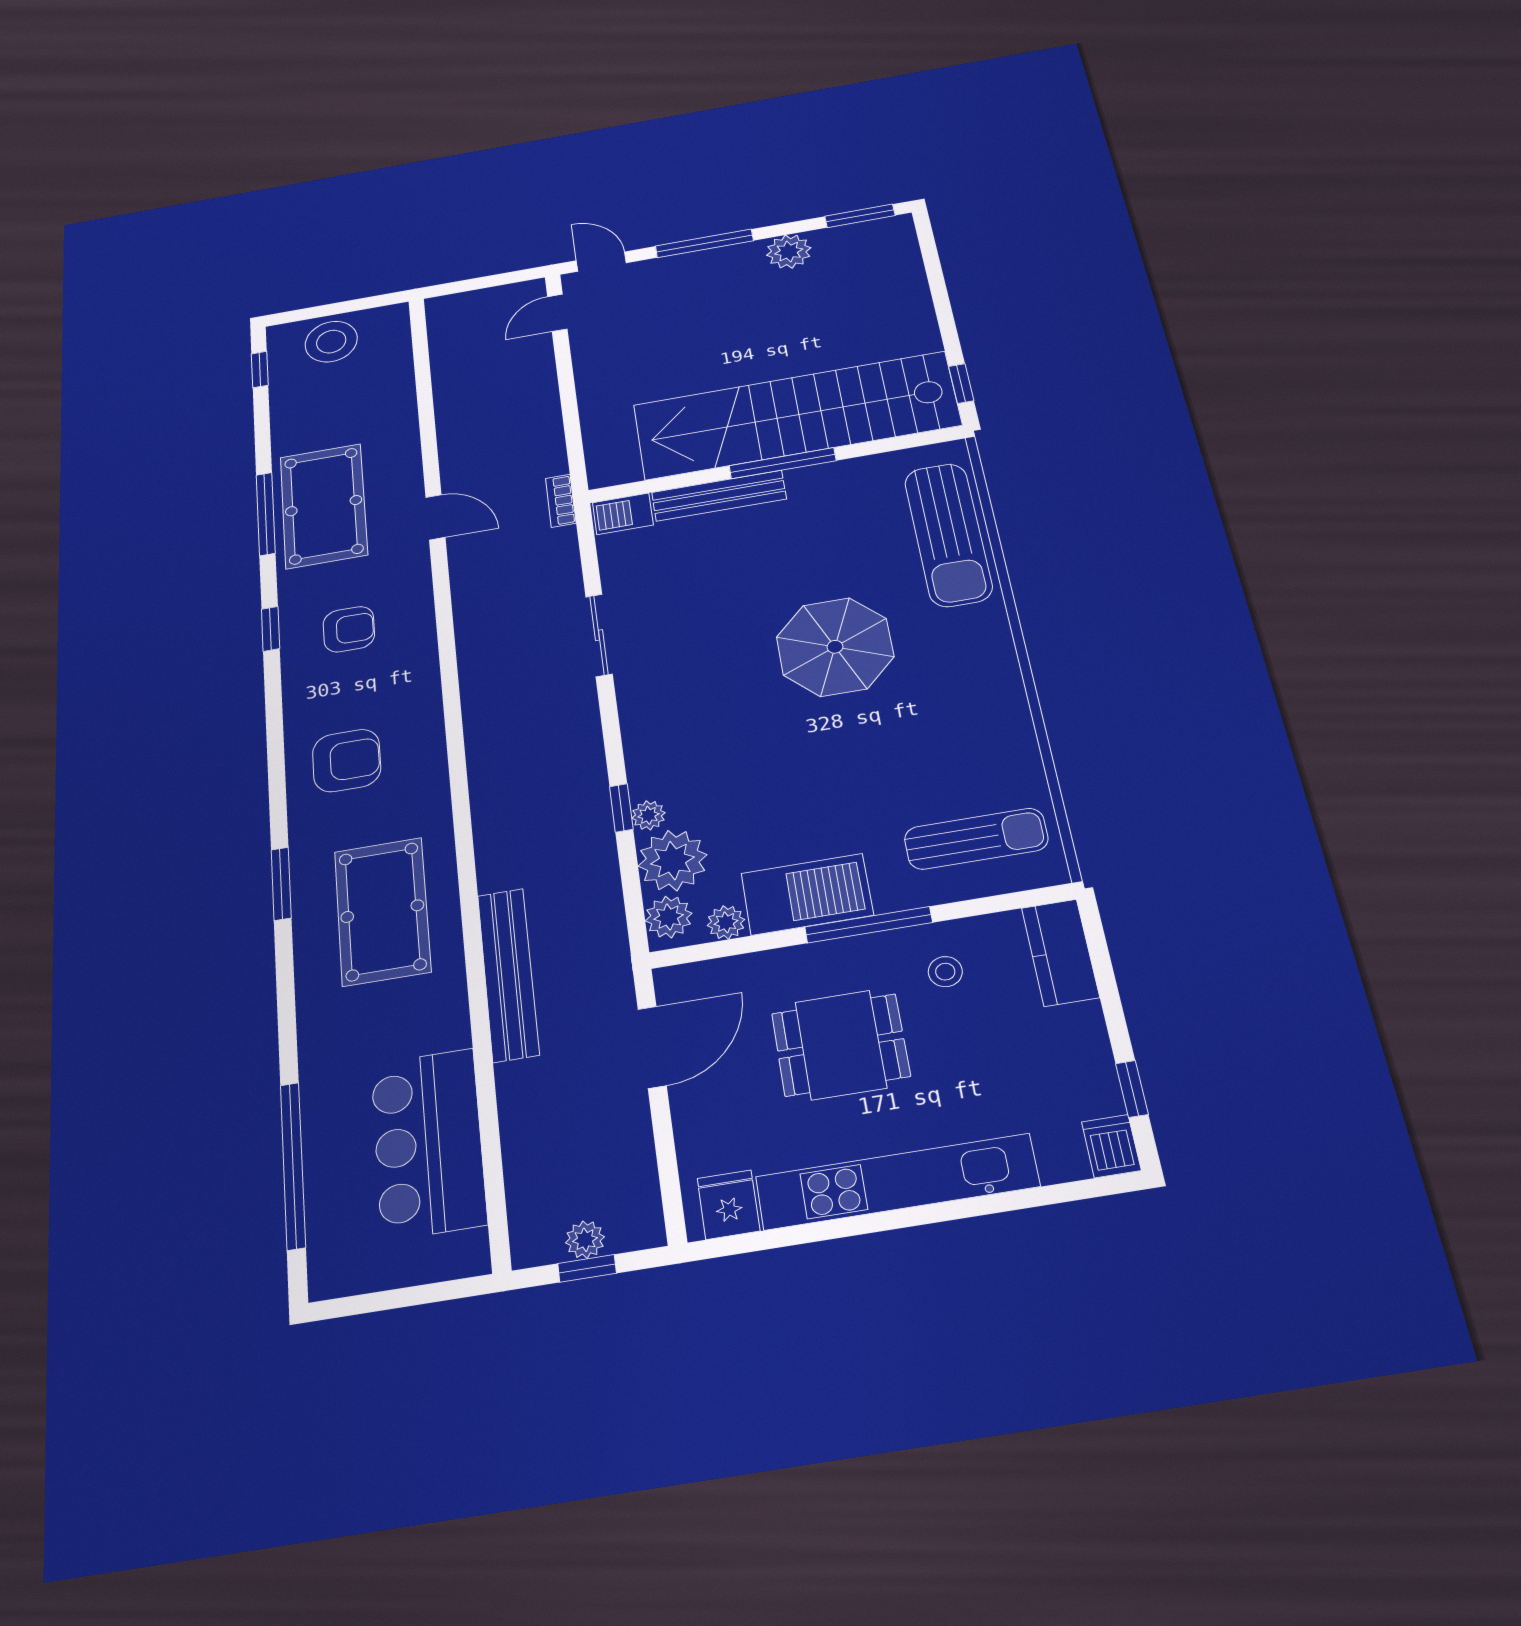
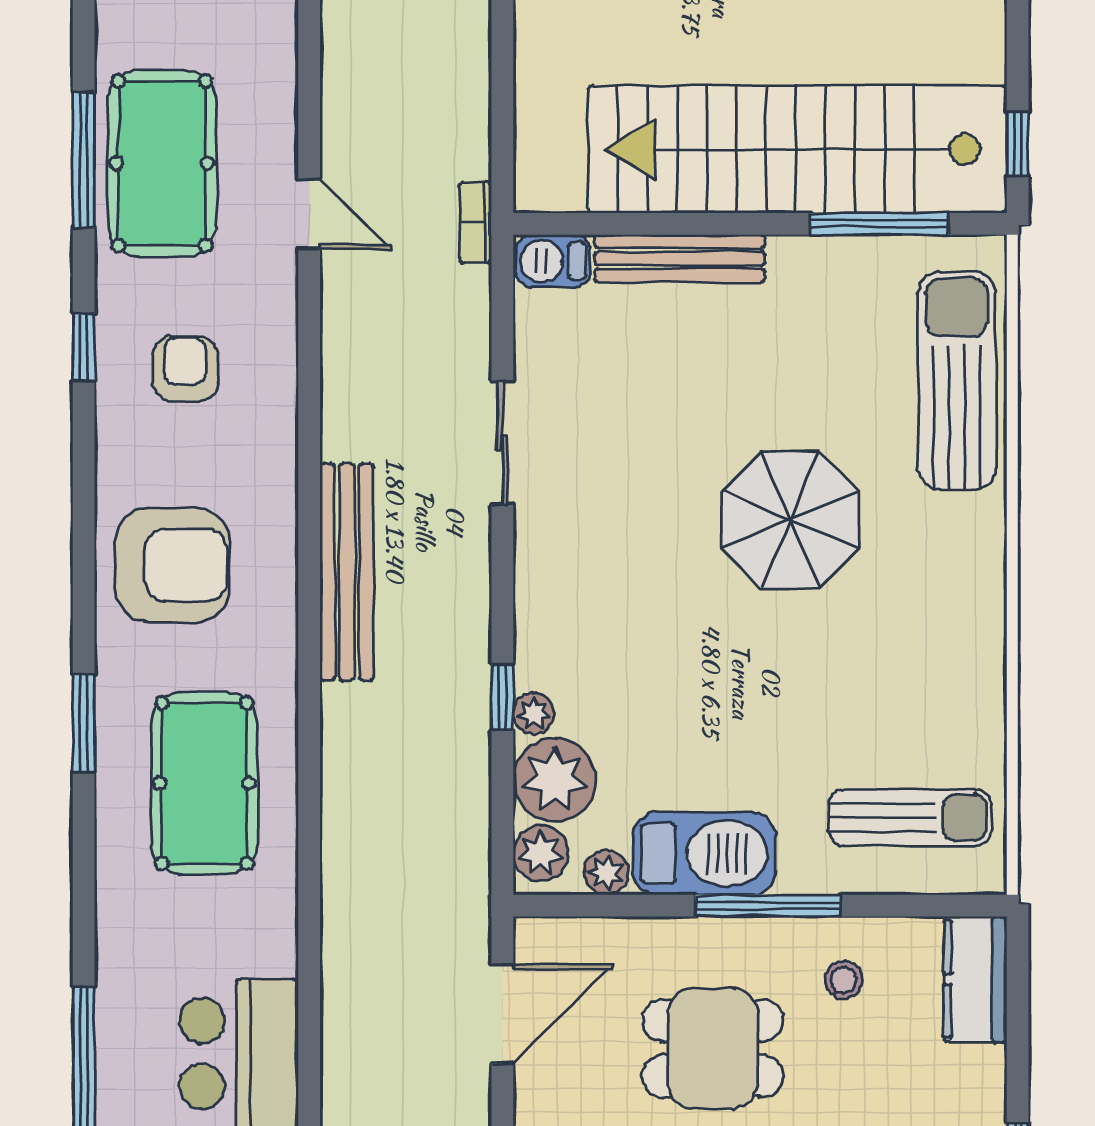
window: (783, 463) -> (879, 224), moved
sun lounger: (948, 534) -> (957, 380), turned 180
armchair: (349, 629) -> (185, 369), turned -90
armchair: (347, 761) -> (172, 565), width x1.36, depth x1.36
bench: (508, 974) -> (347, 572), moved

